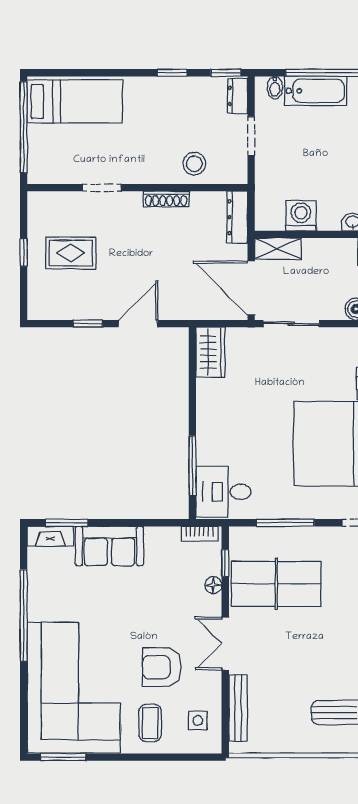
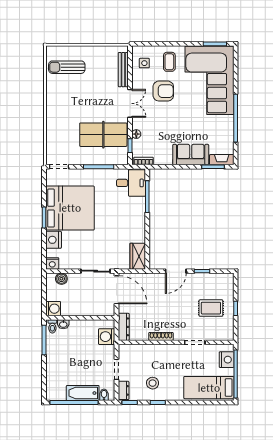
nightstand: (41, 155) -> (227, 360), added
stool: (194, 164) -> (153, 383), moved
washing machine: (301, 216) -> (107, 337), moved, turned 90
shelving: (278, 249) -> (102, 310), removed

